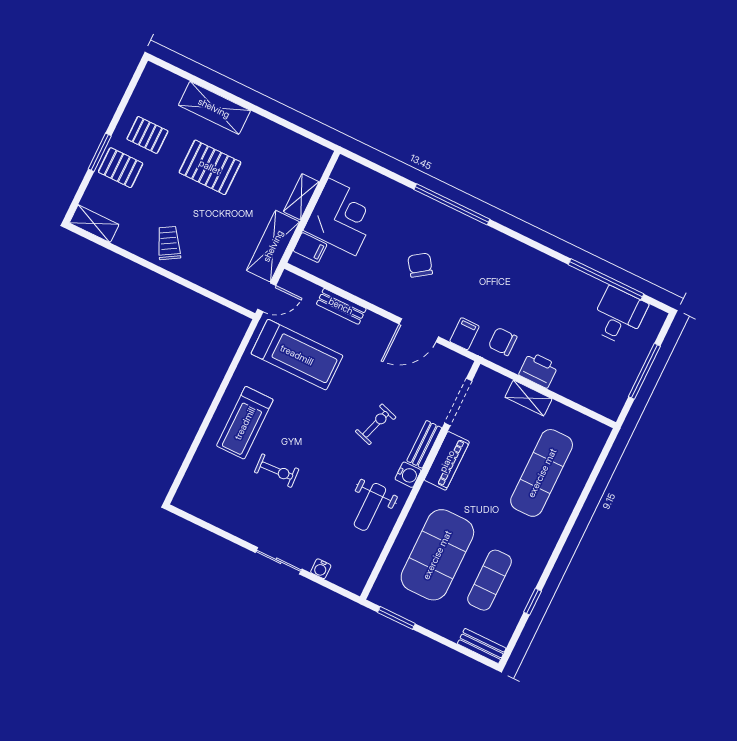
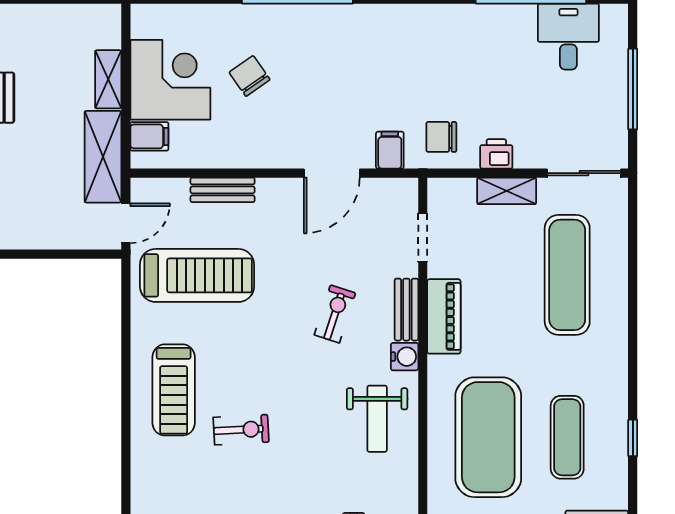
chair: (420, 265) -> (250, 76), moved
printer: (539, 370) -> (496, 154), width x0.73, depth x0.81
doorway: (458, 402) -> (423, 238), width x0.73
sliding door: (585, 411) -> (584, 173), added

